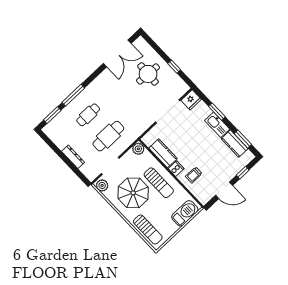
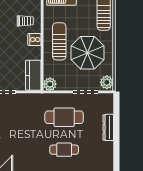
kitchen counter: (163, 153) -> (33, 75), moved

